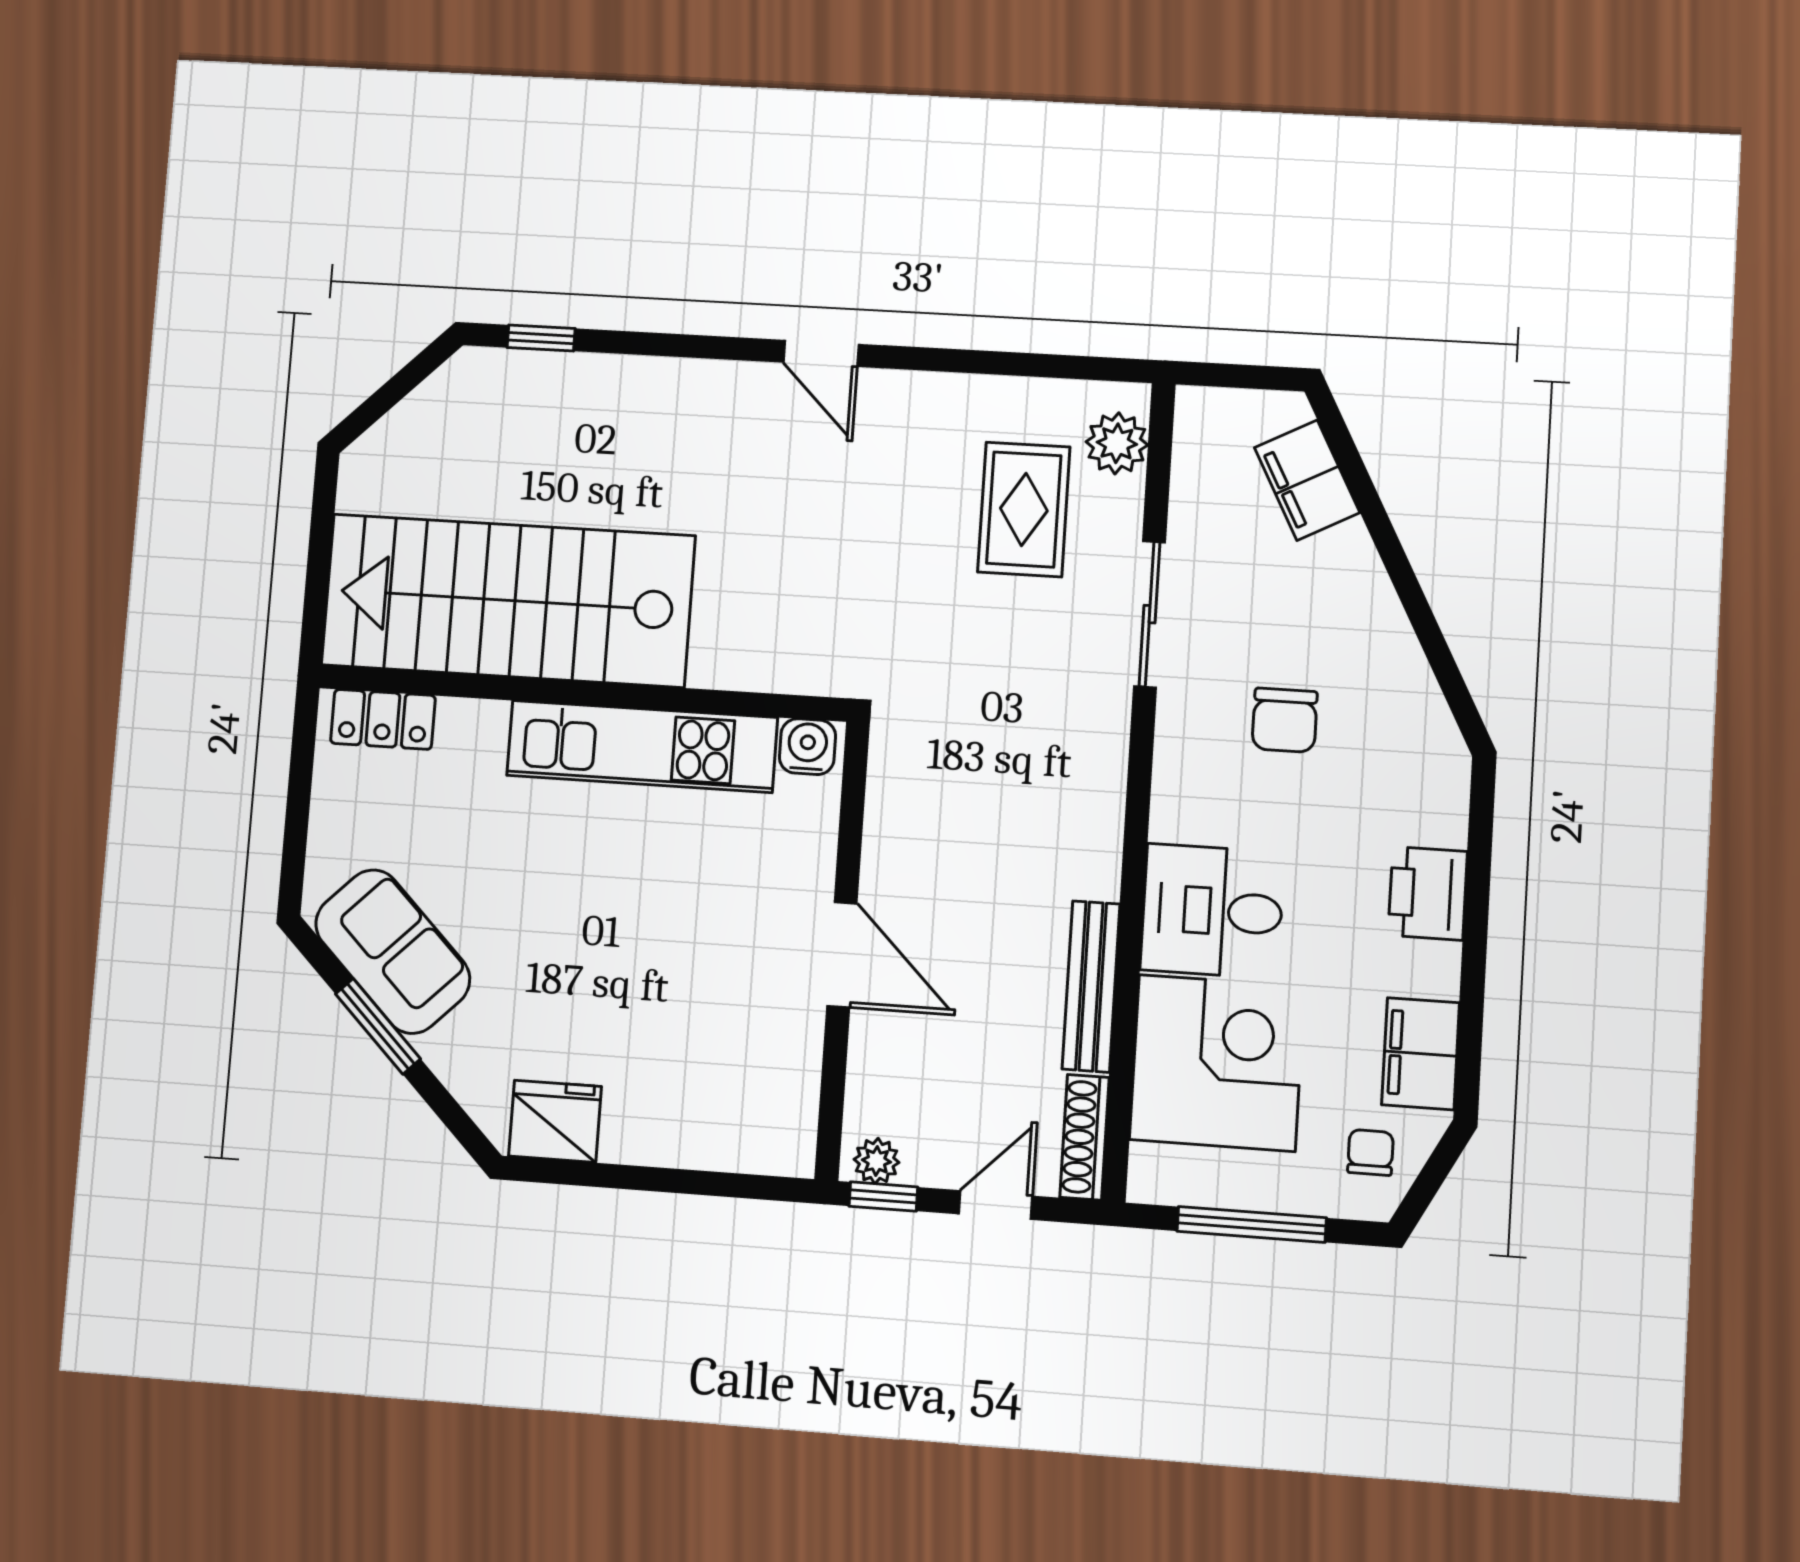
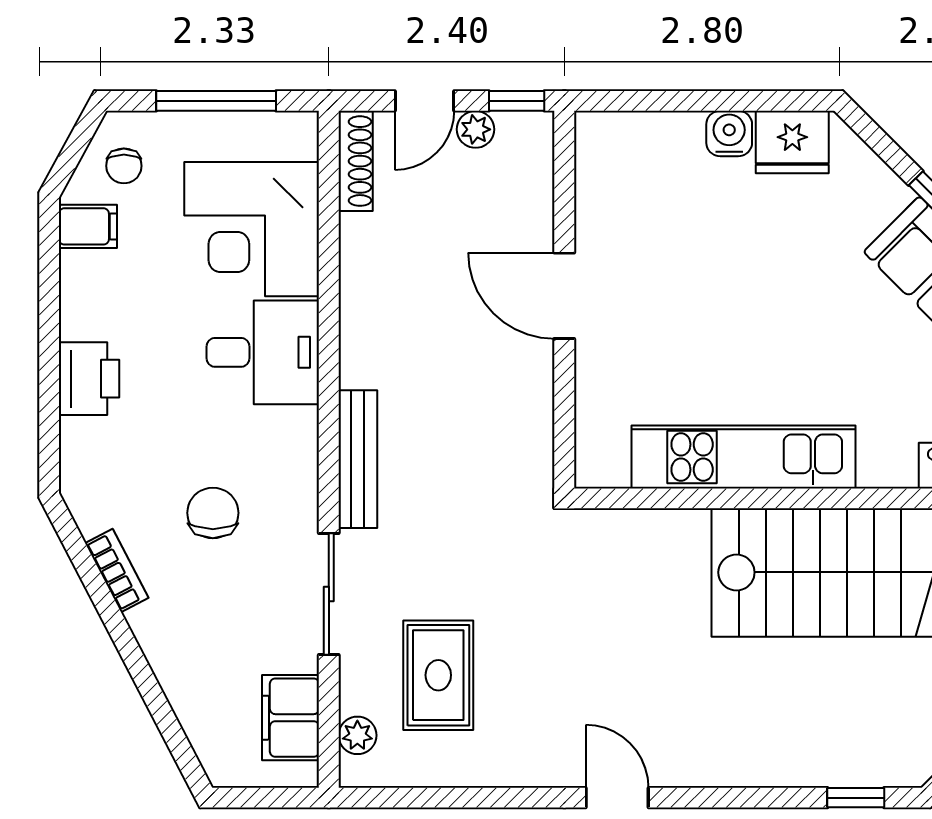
plant: (1117, 443) -> (357, 735), width x0.73, depth x0.73
filing cabinet: (1307, 480) -> (290, 718), moved, turned -153
bookcase: (1406, 658) -> (117, 571), added
water cooler: (807, 747) -> (729, 134), moved, turned 180
bench: (1091, 986) -> (358, 459), moved
filing cabinet: (1421, 1054) -> (88, 226), width x0.50
plant: (877, 1161) -> (476, 129), moved

